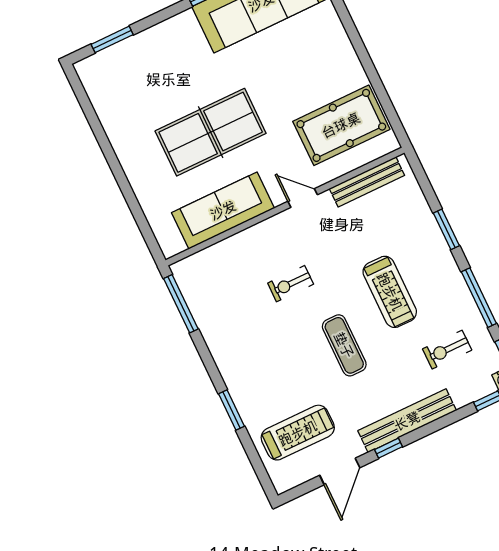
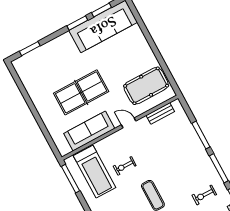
bench: (367, 182) -> (160, 113), width x0.73
window: (446, 229) -> (201, 135), width x1.44
treadmill: (390, 292) -> (94, 172), moved, width x1.37, depth x1.38

